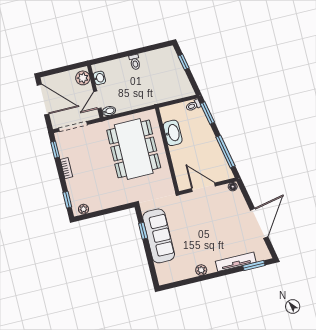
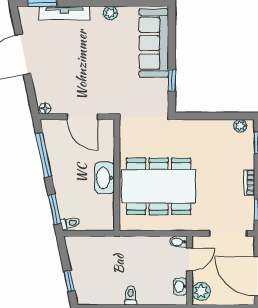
washbasin: (173, 133) -> (104, 178), moved
dining table: (134, 149) -> (159, 186), turned 90
sofa: (159, 236) -> (154, 43), moved

